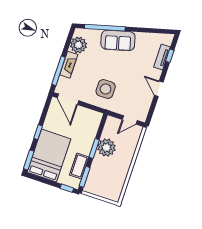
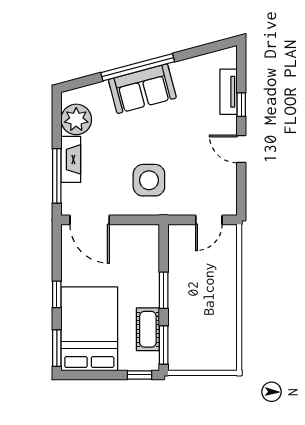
window: (105, 28) -> (138, 67), moved
window: (170, 56) -> (241, 105), moved
plant: (106, 148) -> (184, 281), removed

